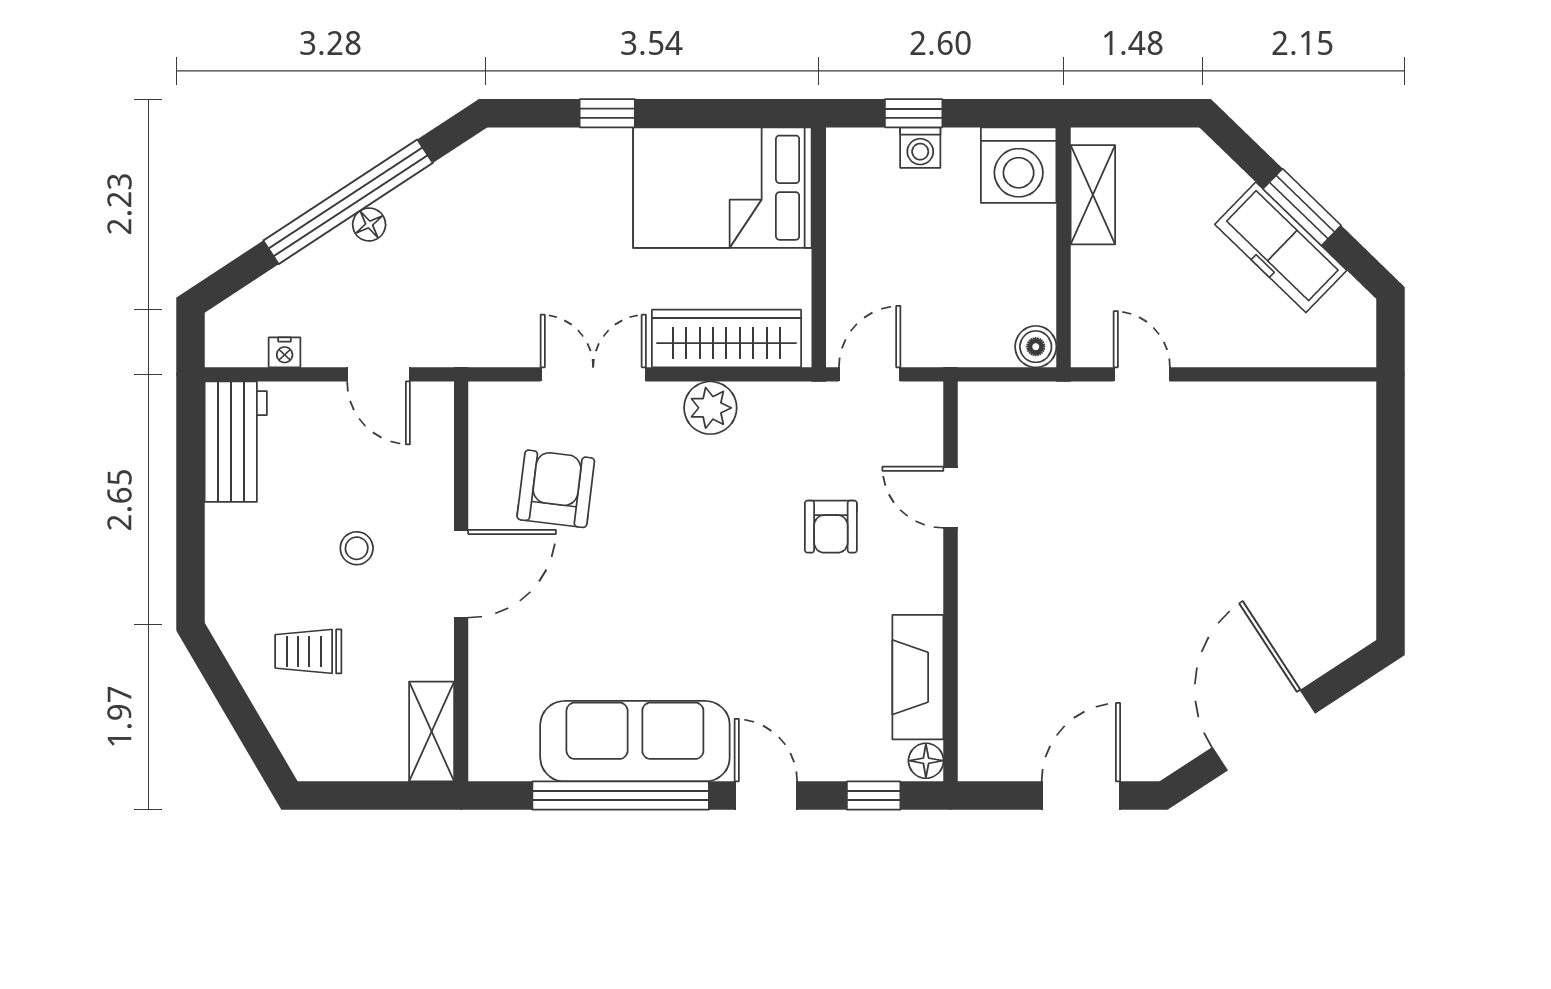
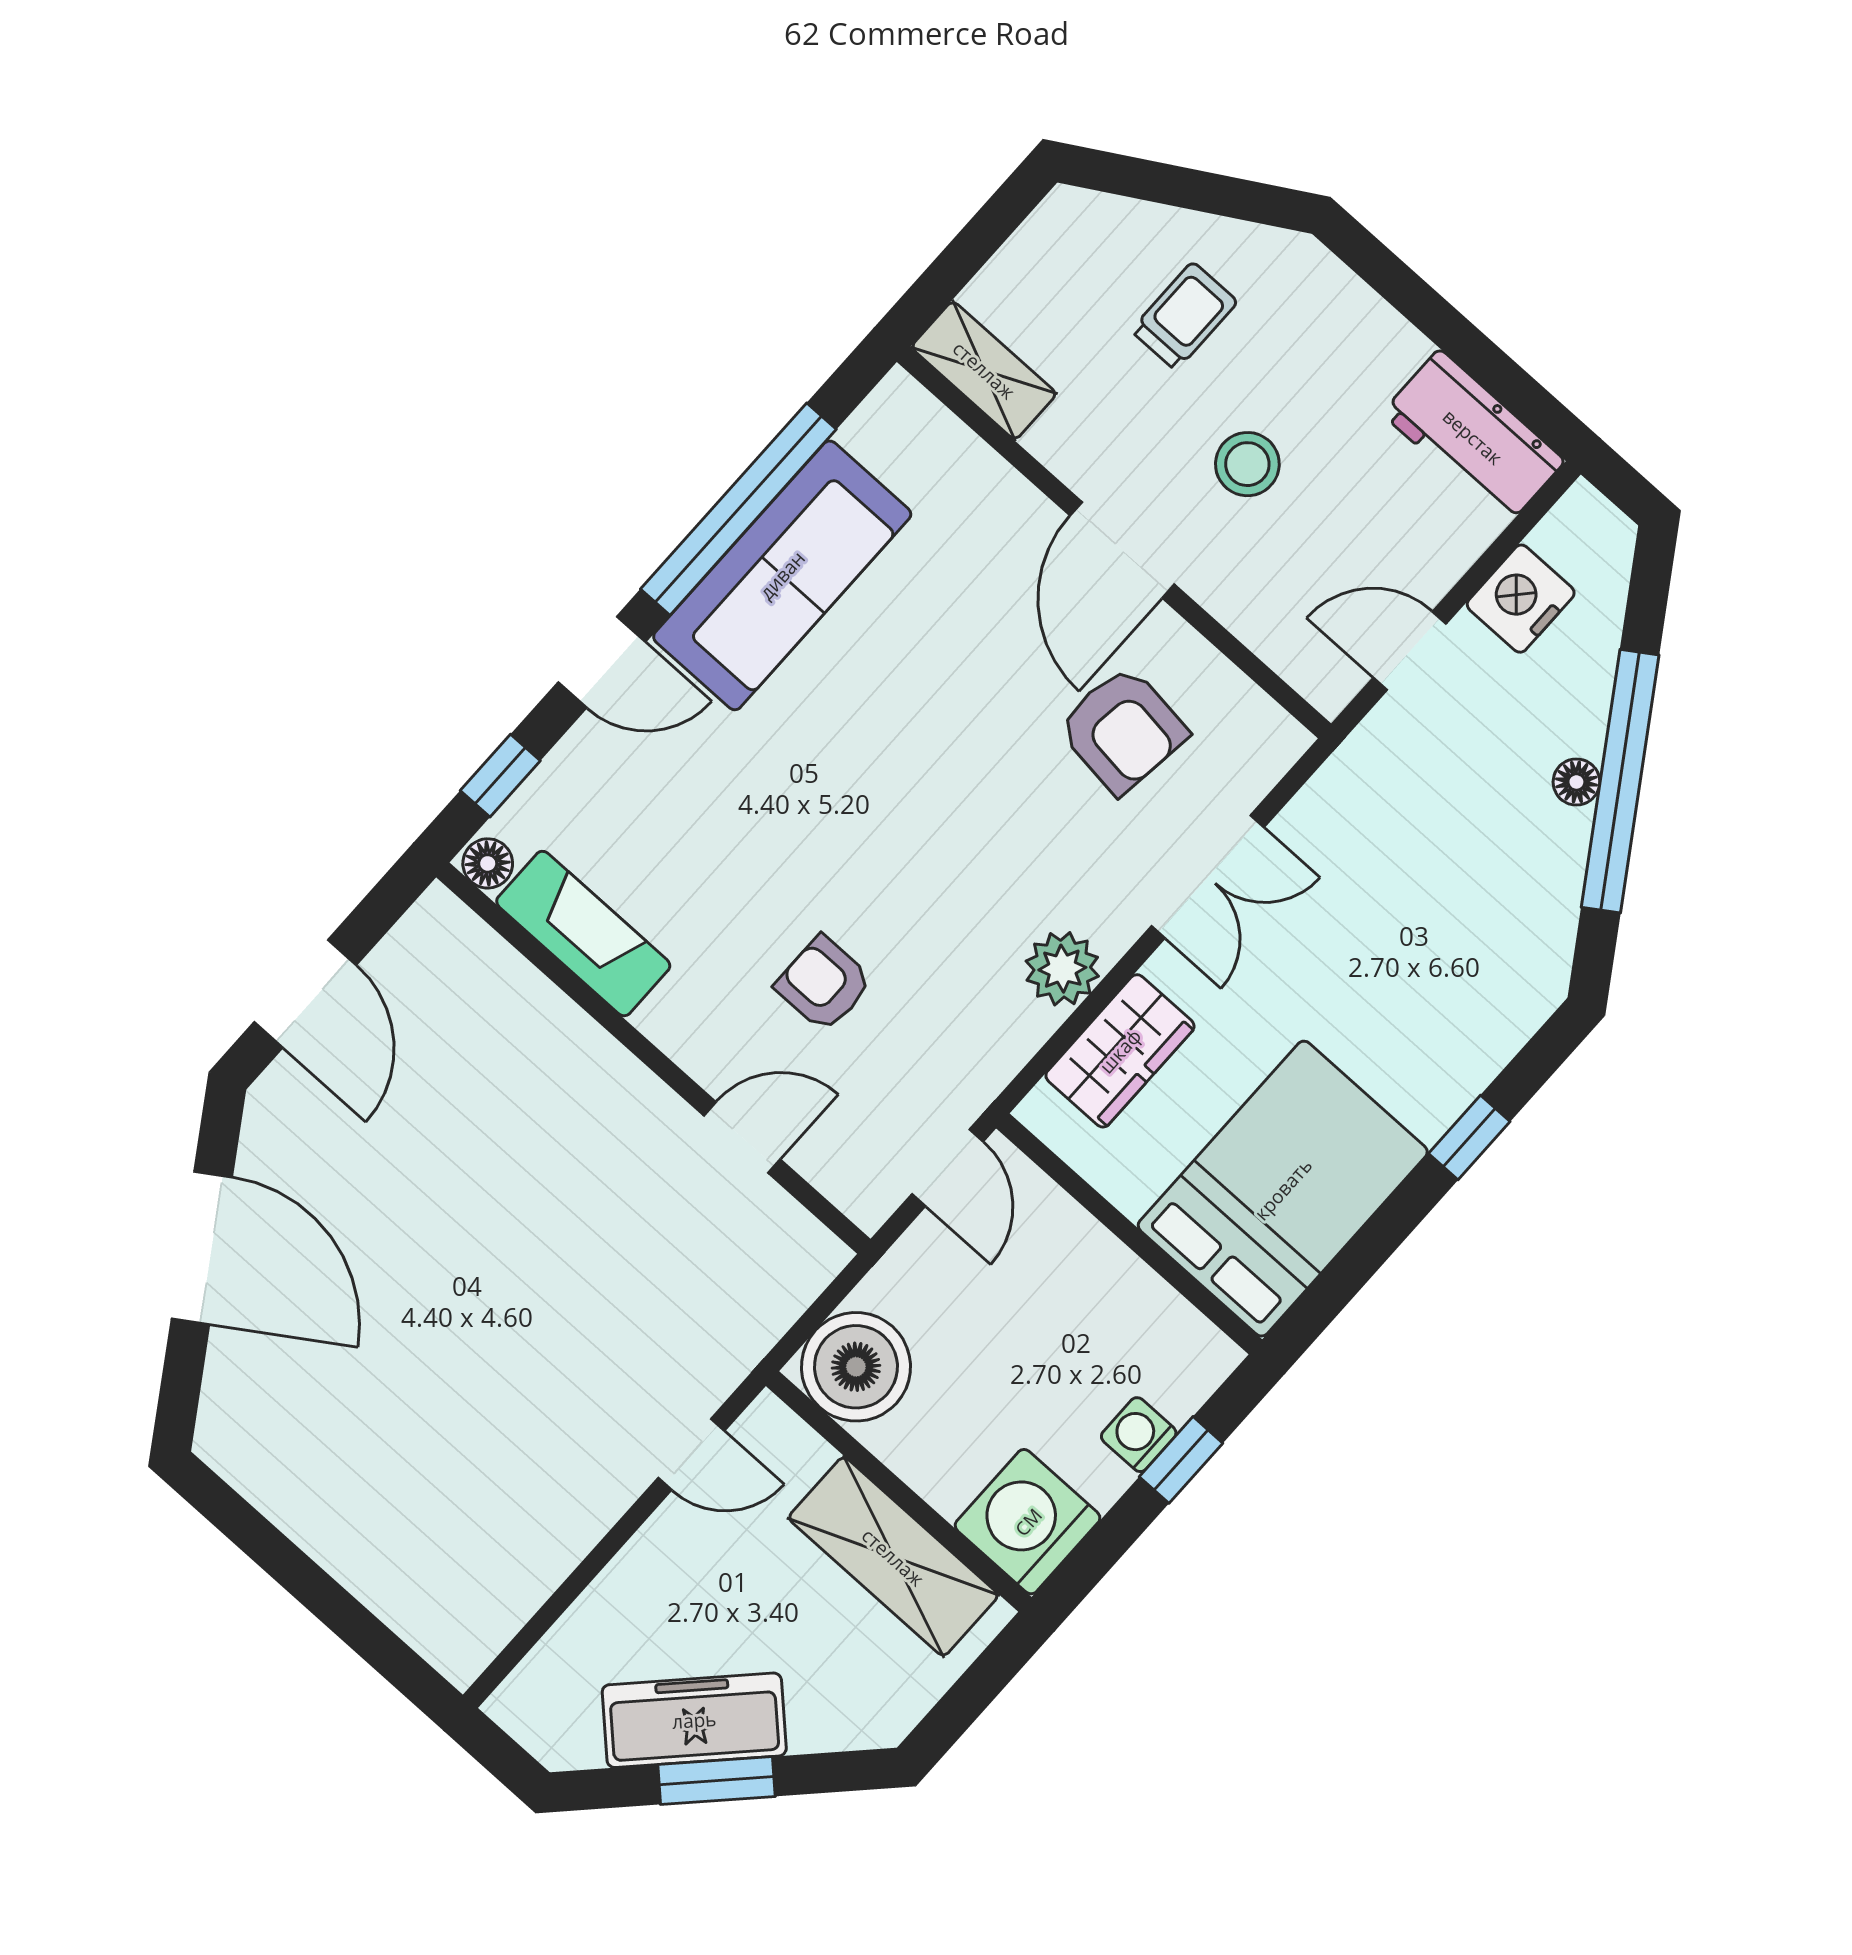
shelving: (1093, 195) -> (893, 1557), width x1.50, depth x1.33
wardrobe: (726, 339) -> (1120, 1051), width x0.67
boiler: (1036, 347) -> (856, 1367), width x1.86, depth x1.86
nightstand: (285, 352) -> (1521, 599), width x1.89, depth x1.79
stool: (357, 548) -> (1247, 464), width x1.37, depth x1.37

